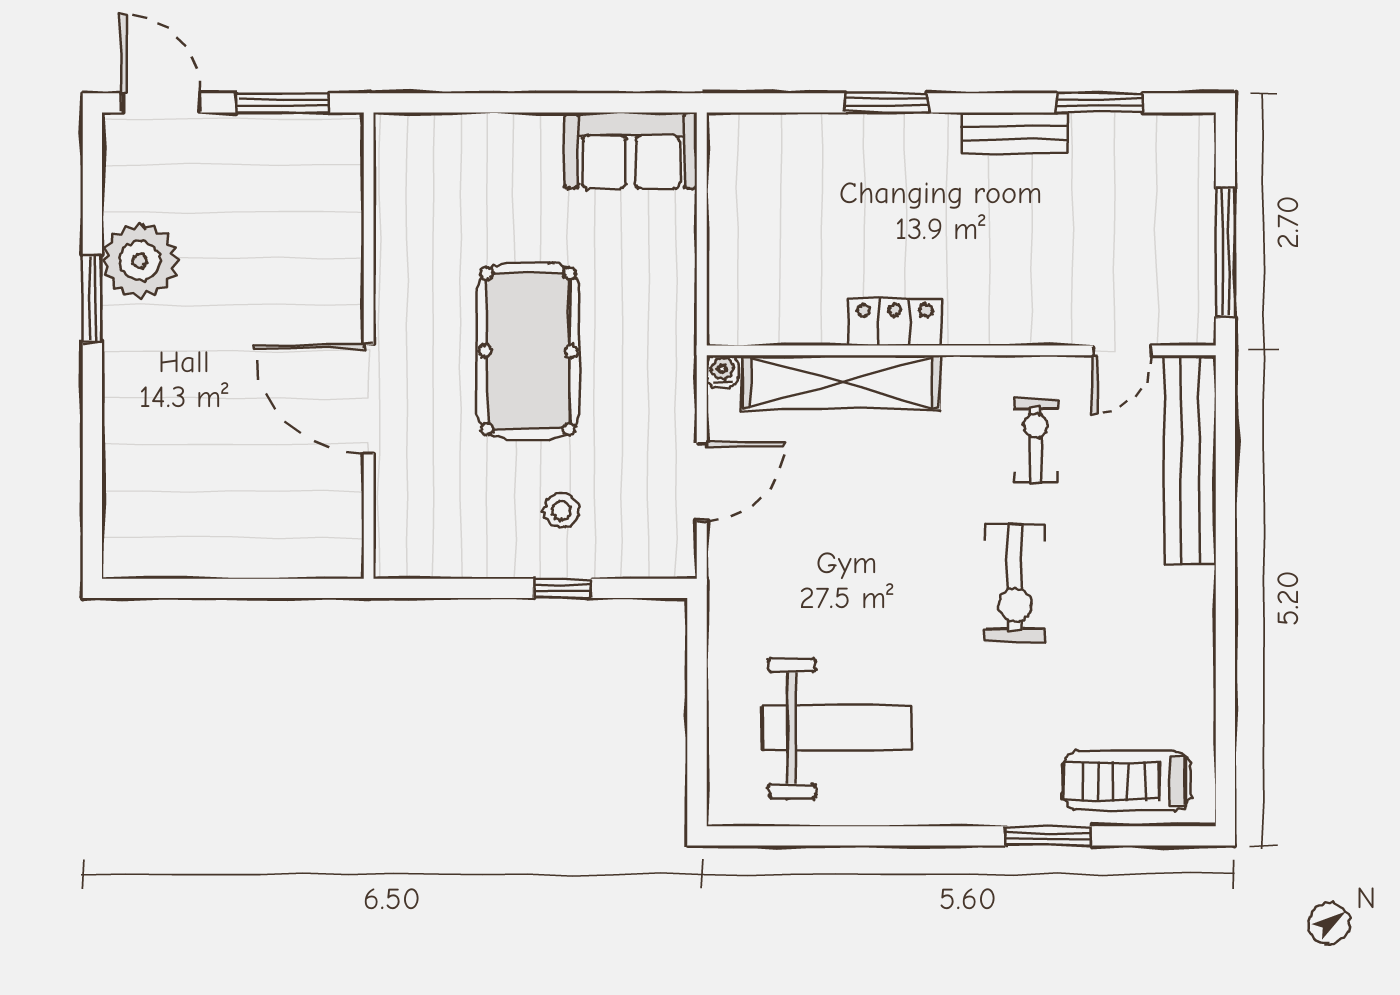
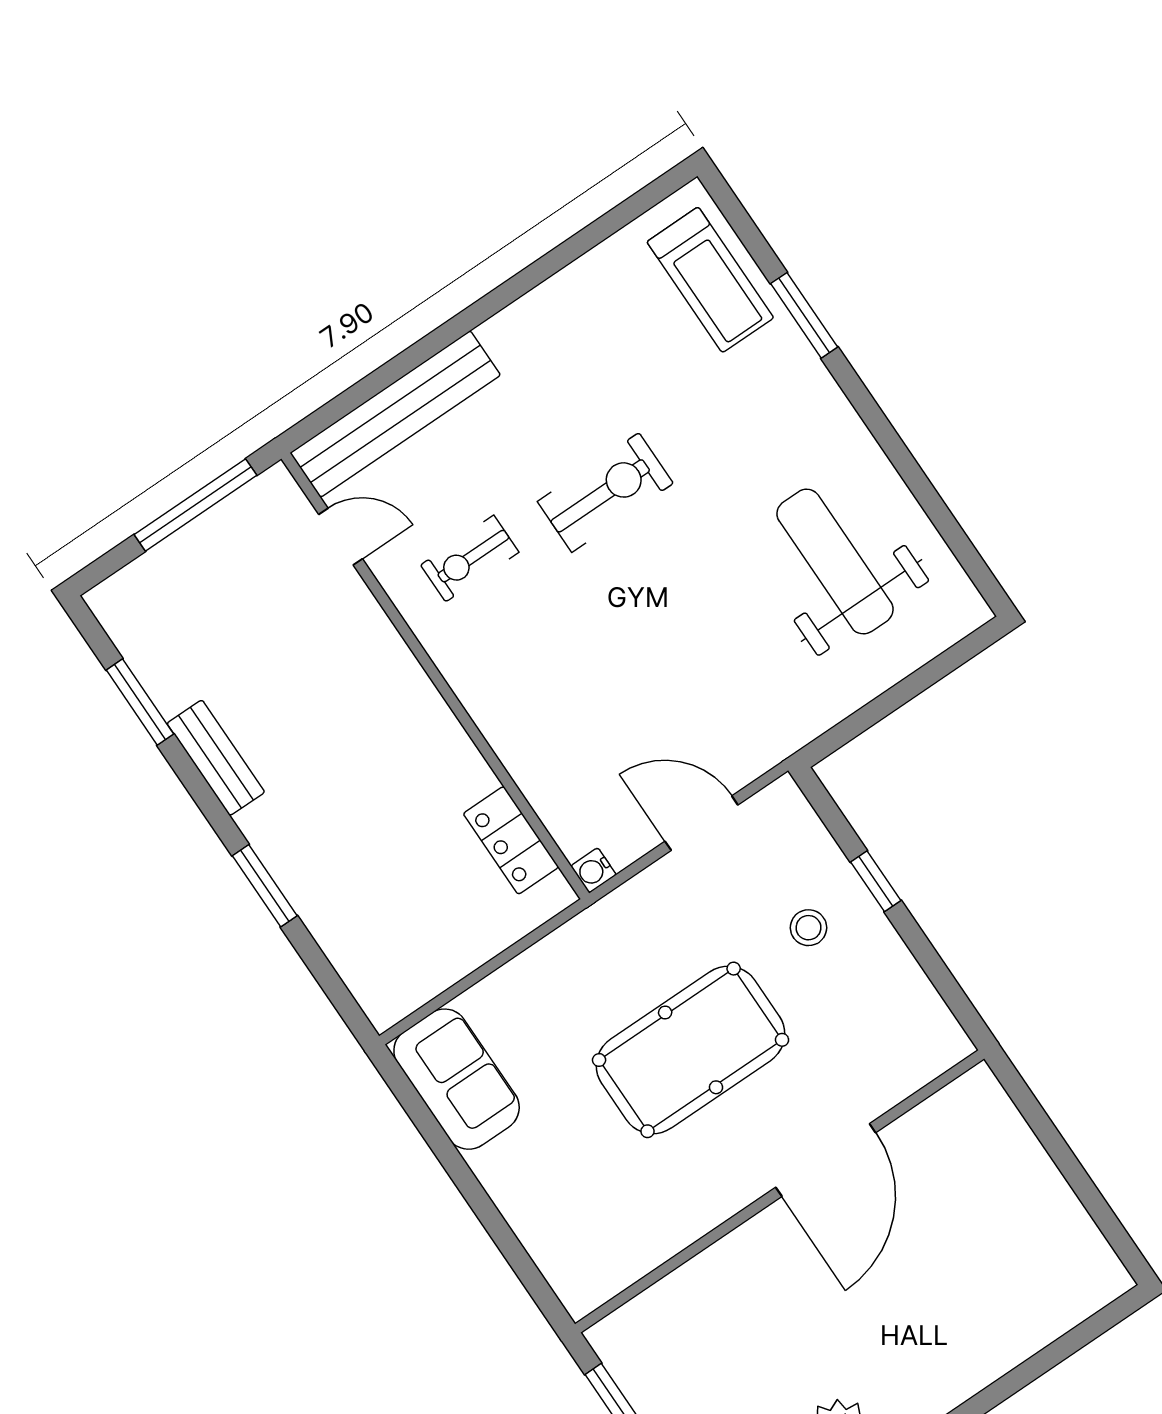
locker: (895, 322) -> (511, 840), moved
shelving: (841, 382) -> (533, 761), removed

